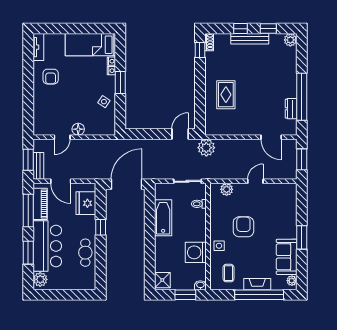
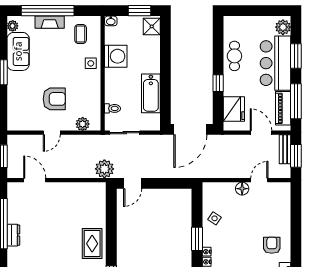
rug: (226, 95) -> (92, 244), moved
dresser: (291, 109) -> (13, 235), moved
armchair: (243, 227) -> (54, 99), moved, turned -90
window: (185, 295) -> (139, 11), moved

